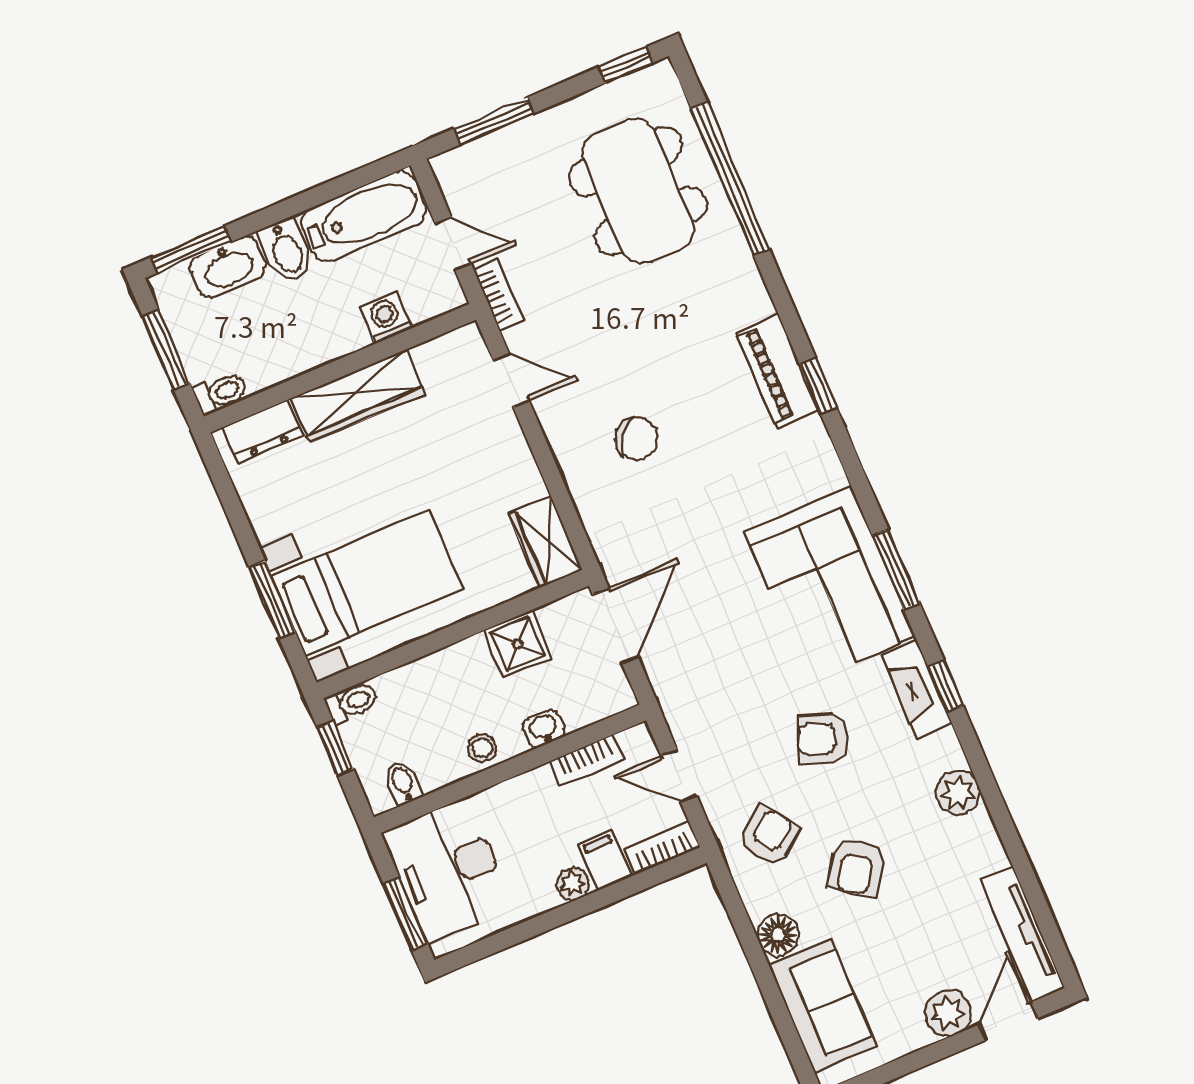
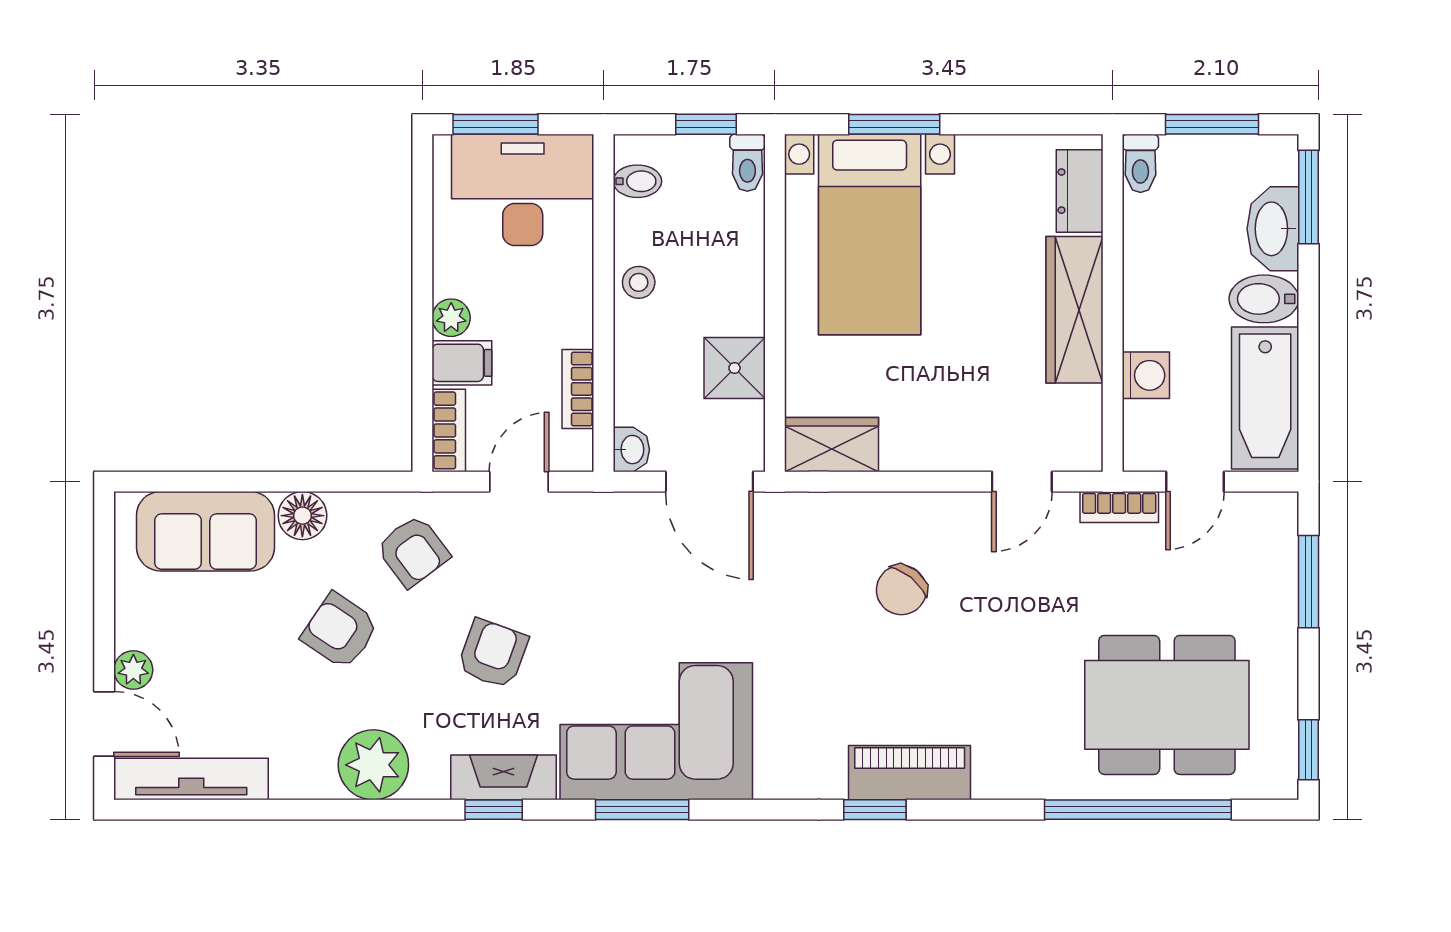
washbasin: (544, 729) -> (631, 450), moved
plant: (958, 793) -> (373, 765), width x1.36, depth x1.36
plant: (948, 1013) -> (133, 670), width x0.73, depth x0.73

